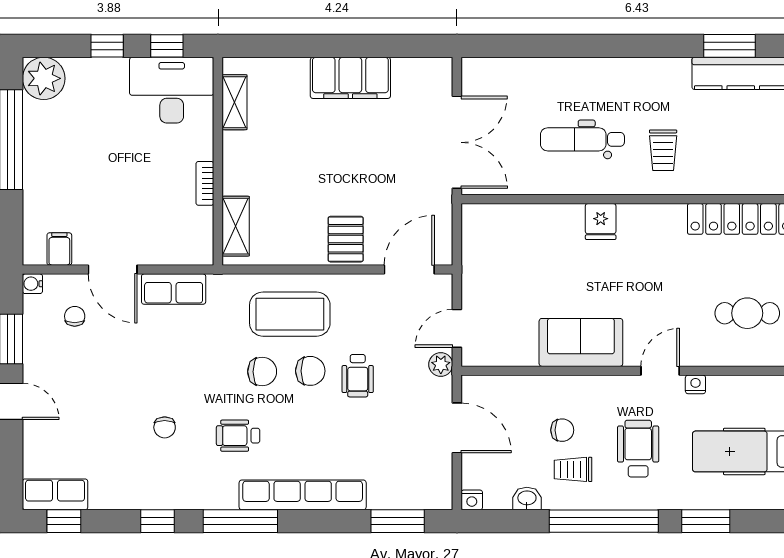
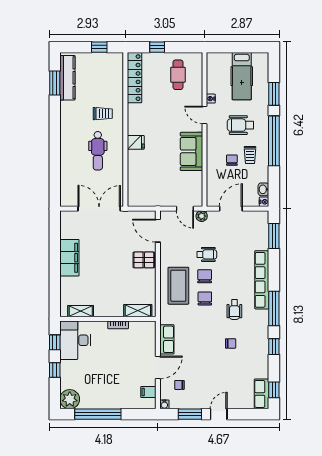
washbasin: (527, 499) -> (263, 189), moved

